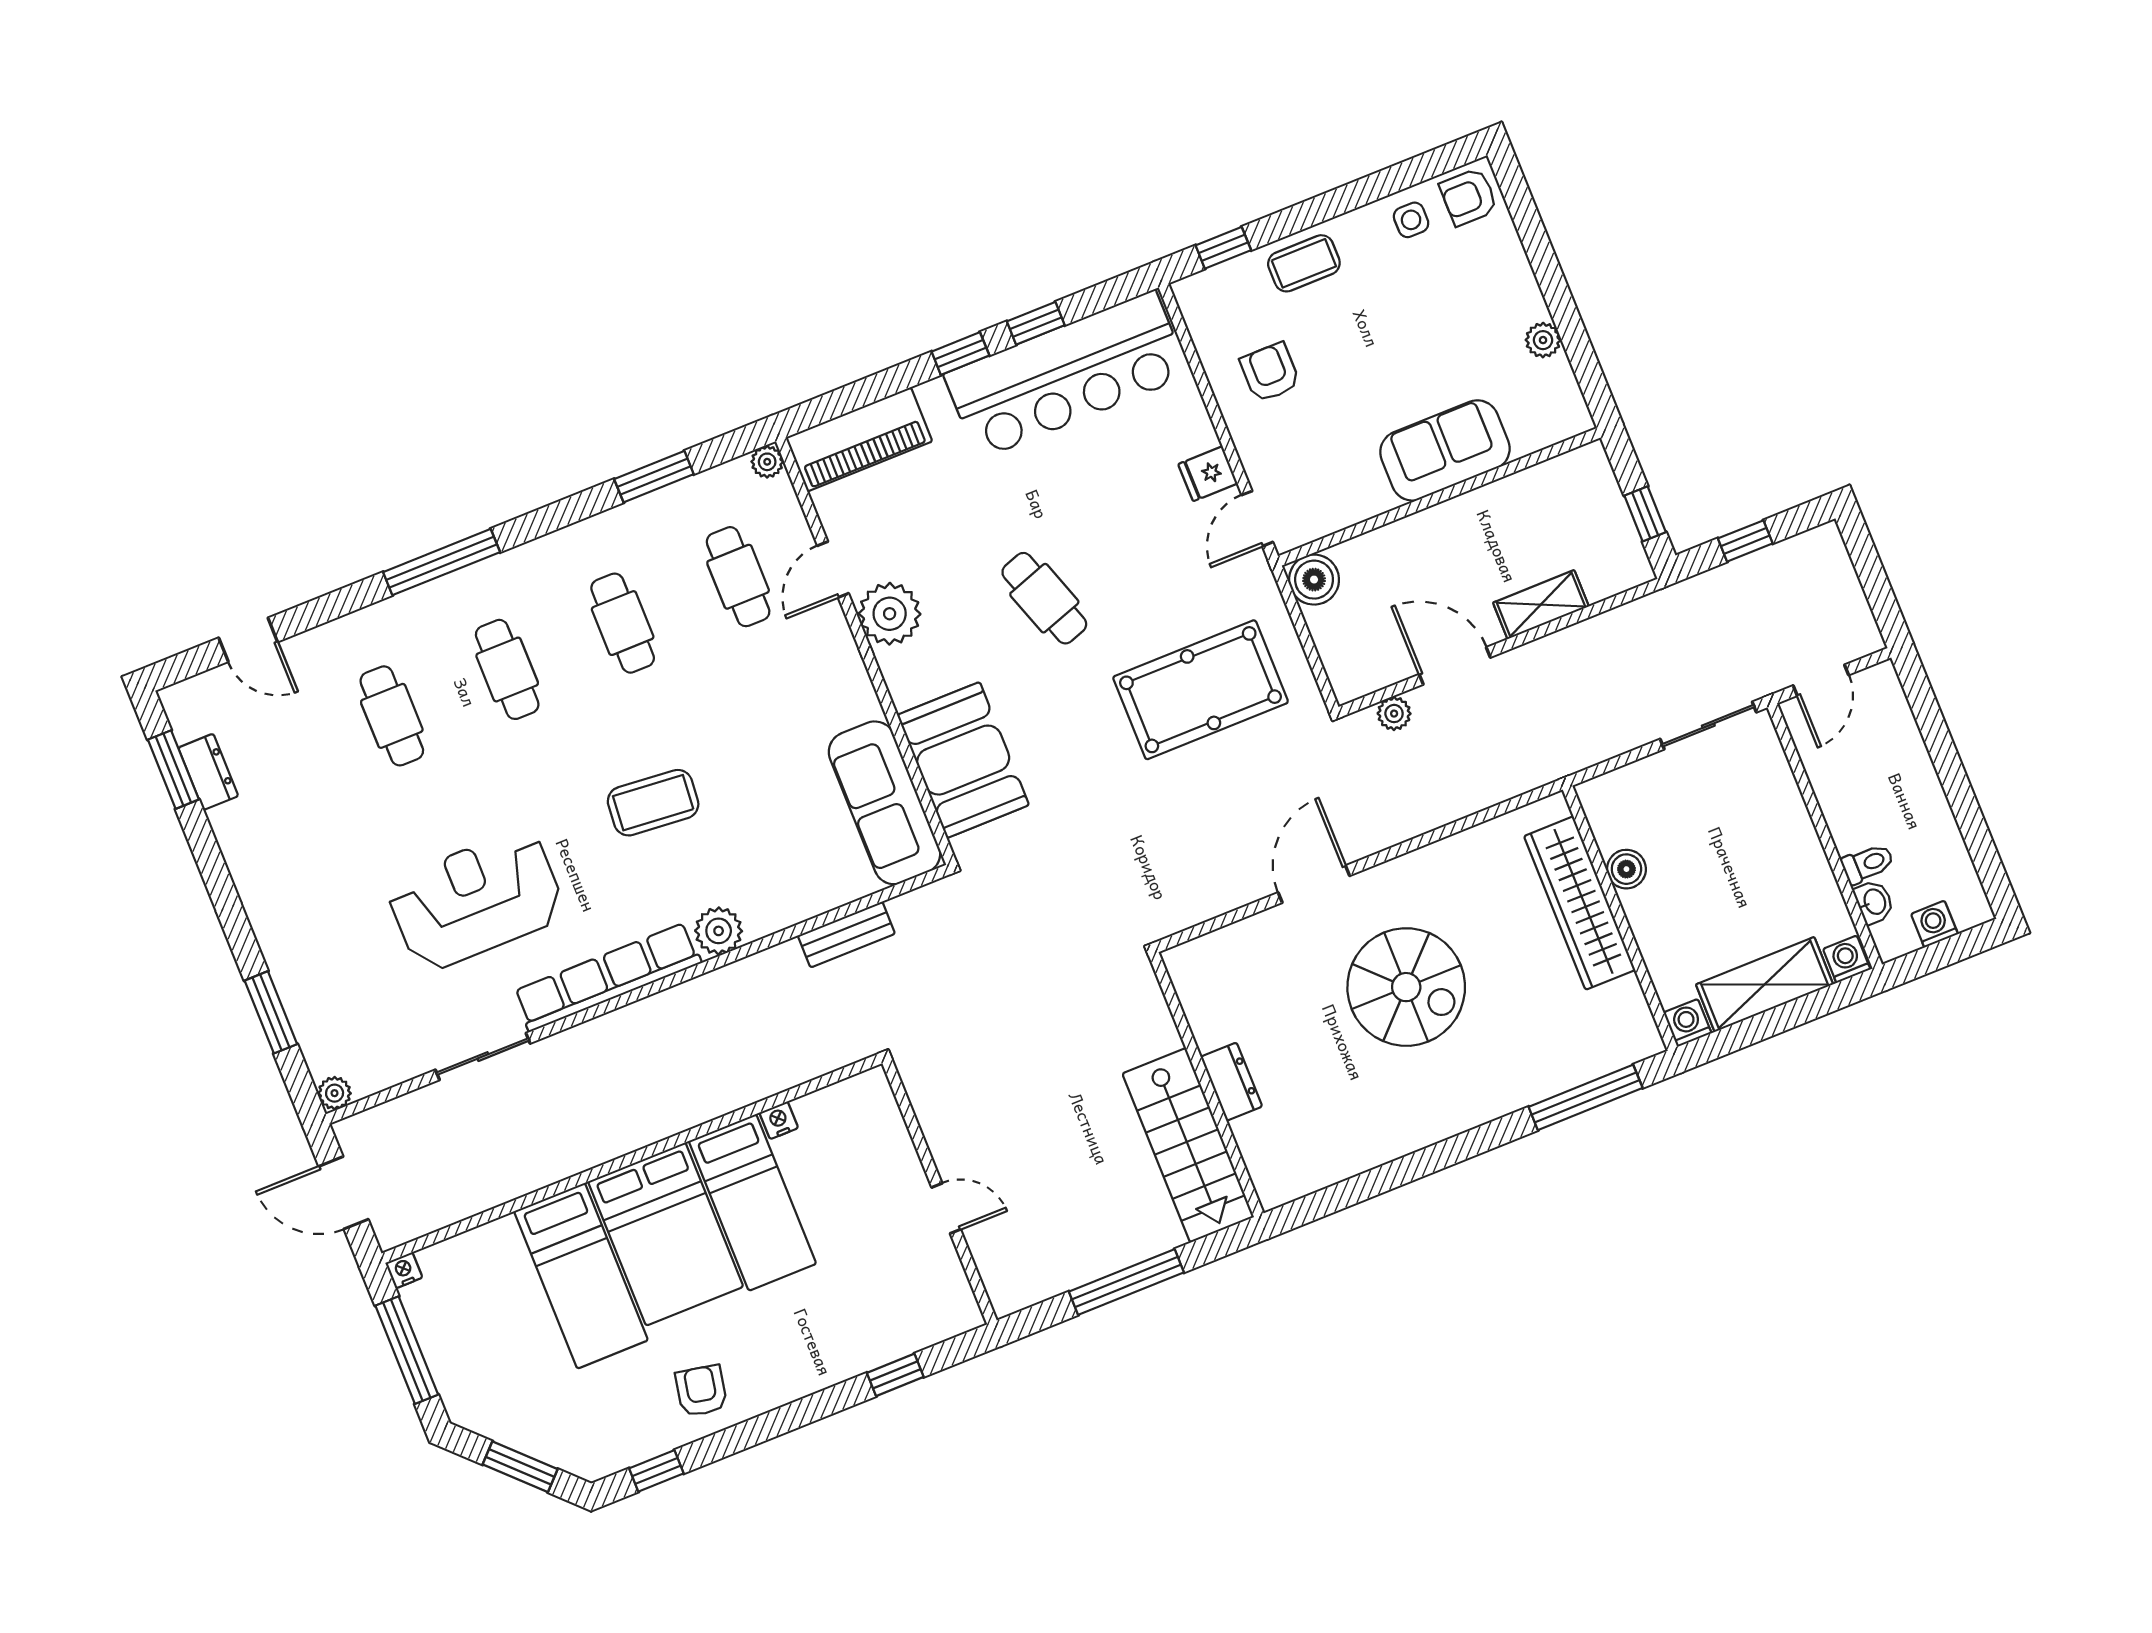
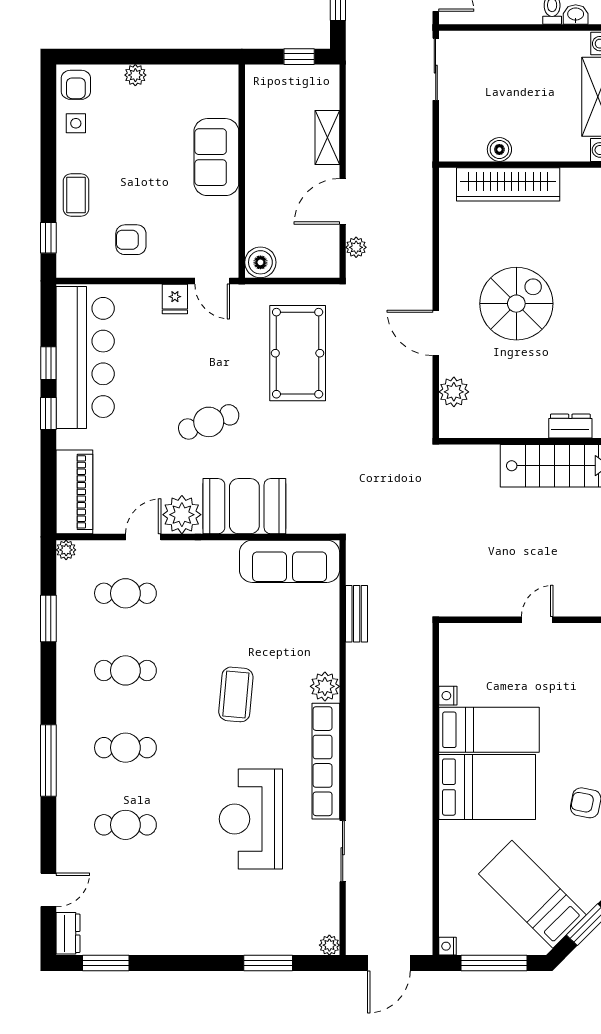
plant: (1543, 340) -> (135, 75), moved
door: (833, 569) -> (143, 537), swing flipped
booth: (963, 760) -> (244, 506), moved
dresser: (208, 772) -> (68, 933), moved, turned 90
plant: (1237, 947) -> (454, 392), added
dresser: (1231, 1082) -> (570, 426), moved
bed: (581, 1276) -> (532, 894), moved, turned -135

